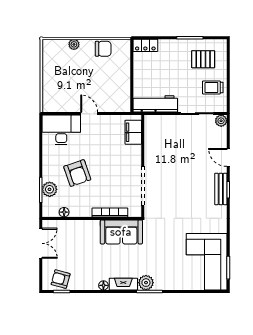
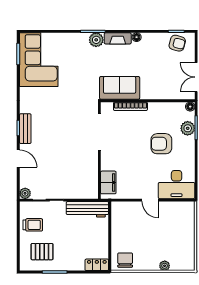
chair: (103, 49) -> (125, 260), moved, turned 90
armchair: (77, 173) -> (161, 144), turned -71
floor lamp: (64, 212) -> (190, 107), moved

